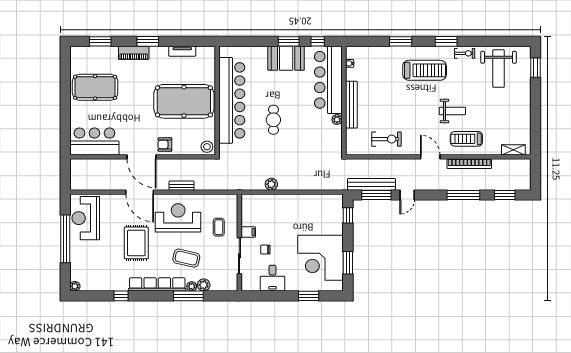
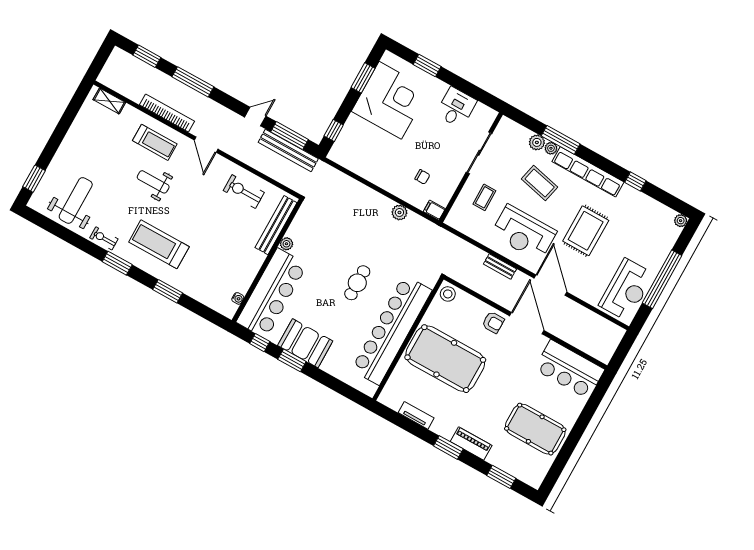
bench: (351, 105) -> (276, 225), moved
filing cabinet: (248, 232) -> (434, 210), moved
chair: (265, 250) -> (422, 177), moved

